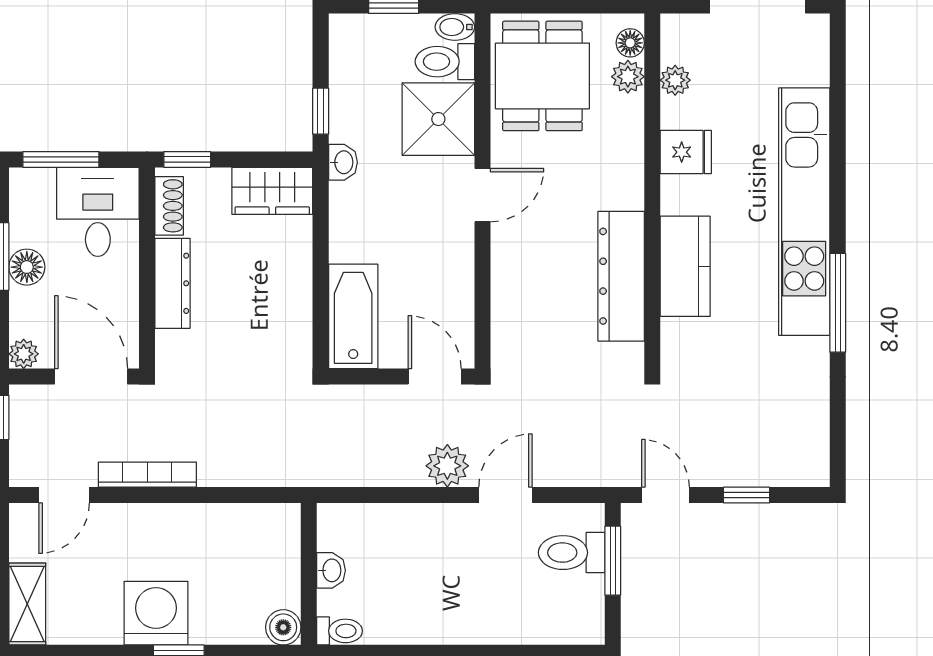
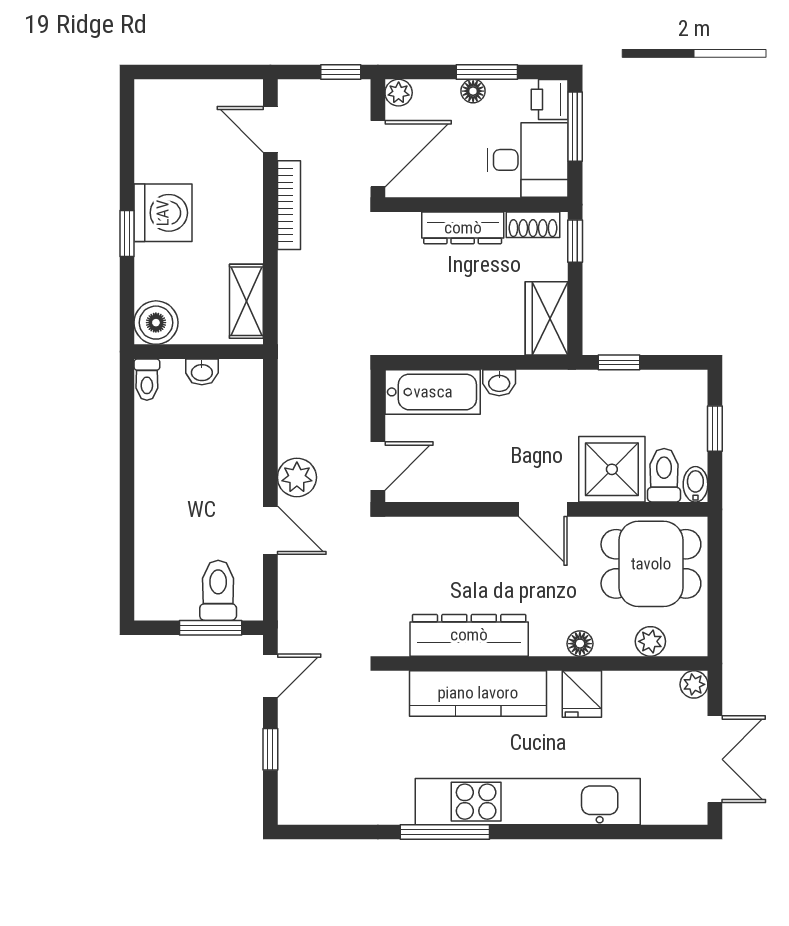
floor lamp: (630, 43) -> (580, 644), moved
plant: (675, 80) -> (694, 684), moved
washbasin: (343, 162) -> (499, 383), moved
printer: (31, 188) -> (550, 99), added
kitchen counter: (685, 266) -> (478, 693), width x1.50
floor lamp: (27, 267) -> (473, 91), width x0.73, depth x0.73
shelving: (27, 604) -> (246, 301), moved, turned 90
boiler: (283, 627) -> (156, 323), width x1.36, depth x1.36

